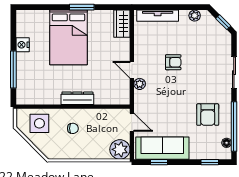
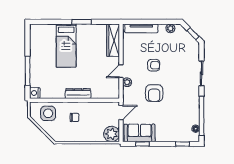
wardrobe: (122, 24) -> (113, 40), width x1.50
bed: (68, 37) -> (66, 46), width x0.67
nightstand: (23, 45) -> (35, 93), moved
door: (132, 70) -> (121, 71), hinge flipped
armchair: (208, 115) -> (154, 93), moved
door: (132, 122) -> (121, 113), hinge flipped
sofa: (162, 148) -> (140, 133), width x0.73

